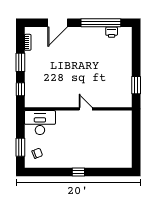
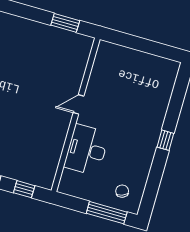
desk: (40, 123) -> (87, 150), moved
window: (20, 147) -> (107, 213), width x1.44

